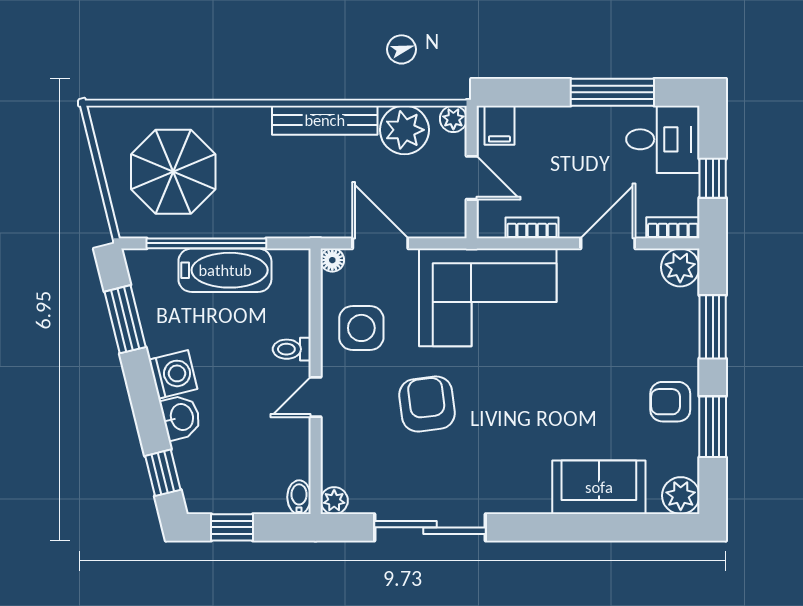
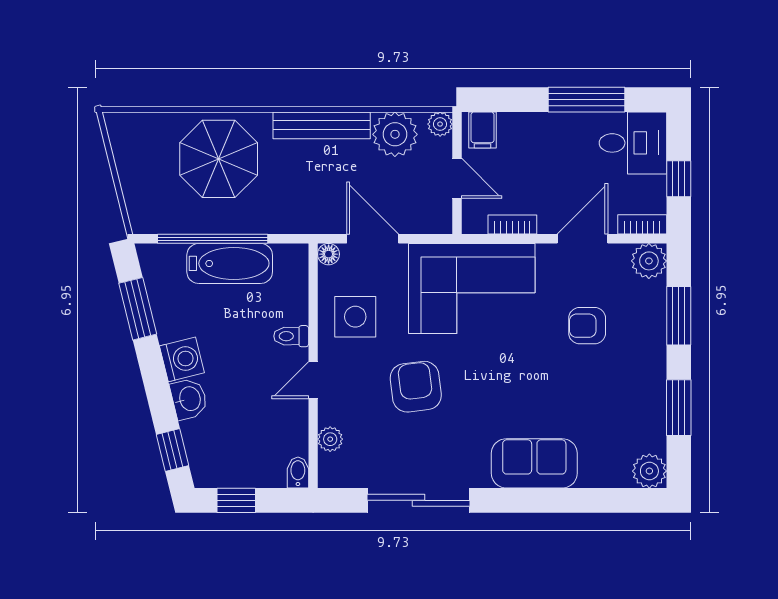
parasol: (173, 172) -> (219, 159), moved
armchair: (670, 402) -> (587, 326), moved
sofa: (599, 487) -> (534, 463), moved
plant: (334, 501) -> (330, 439), moved

